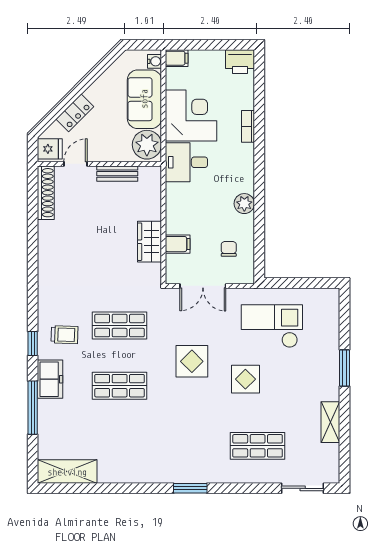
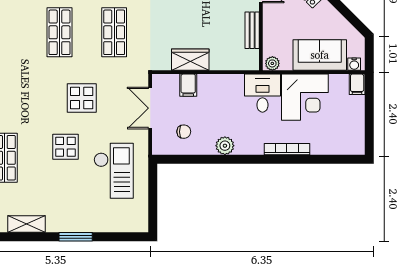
printer: (240, 62) -> (354, 142), removed
bookcase: (248, 126) -> (287, 149), width x1.56
plant: (147, 145) -> (272, 63), width x0.53, depth x0.53

